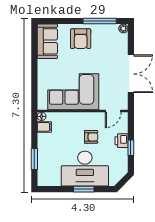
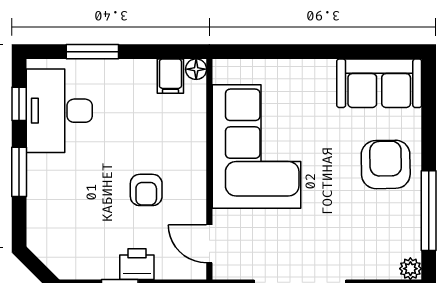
armchair: (81, 39) -> (386, 164), turned 89
desk: (85, 169) -> (59, 111), moved, width x0.73, depth x0.77
window: (56, 189) -> (19, 104), added

